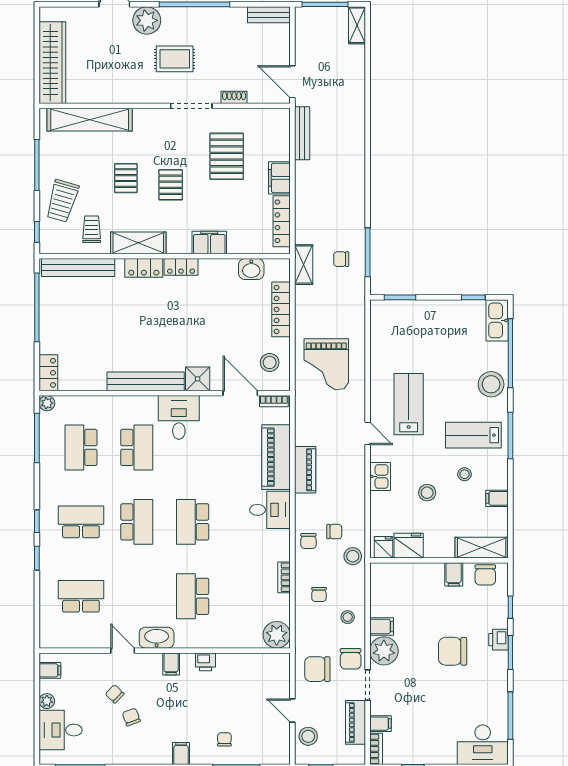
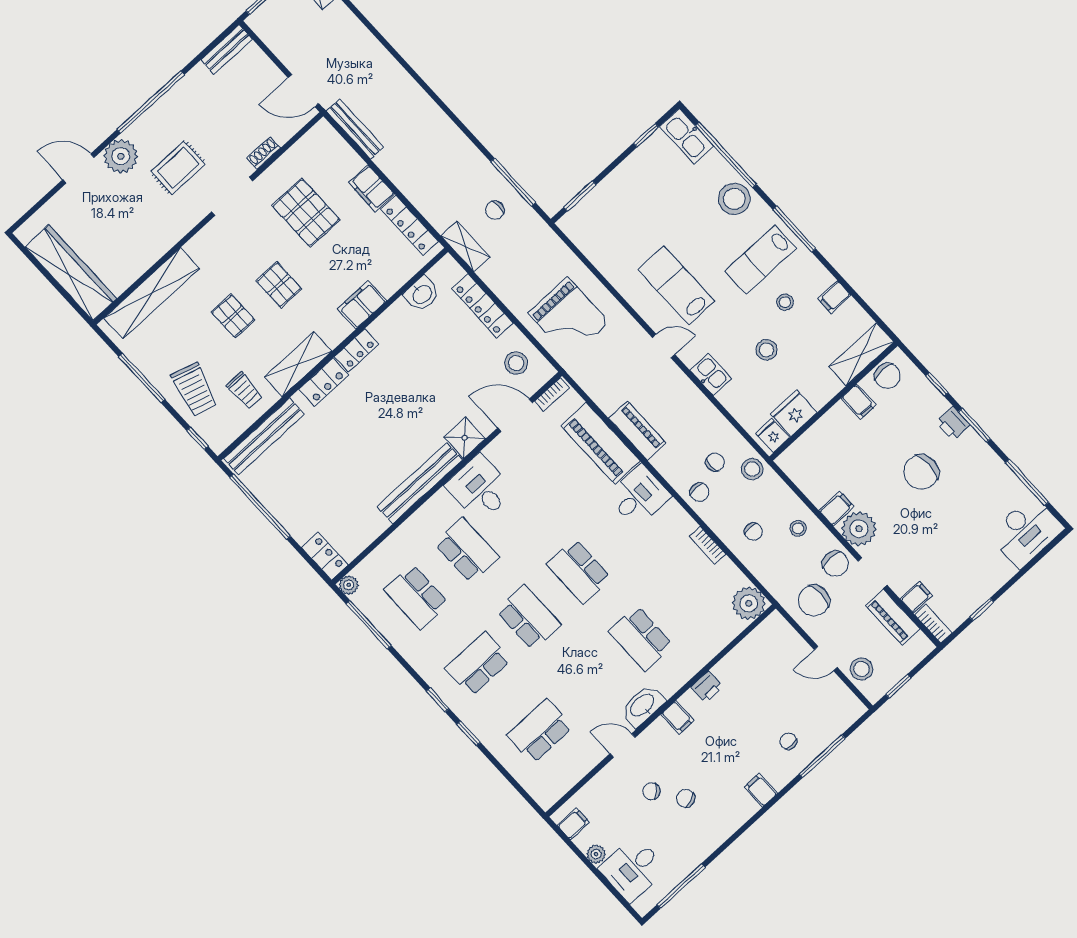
trolley: (92, 229) -> (244, 391), turned 180

